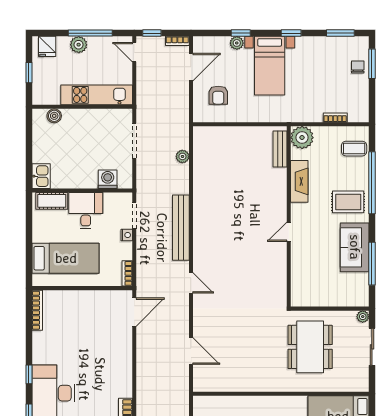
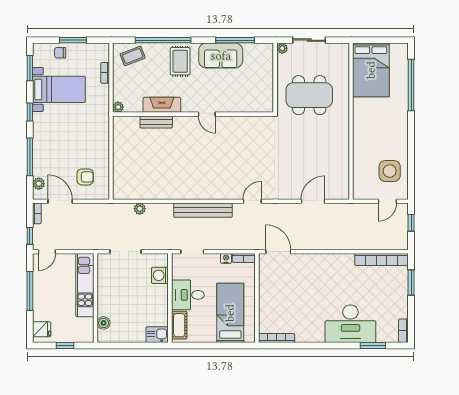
window: (241, 33) -> (30, 157), width x2.17
plant: (237, 43) -> (39, 184), moved
plant: (79, 45) -> (40, 301), removed
window: (372, 64) -> (73, 40), moved
bed with nightstands: (270, 66) -> (59, 89), moved
plant: (302, 138) -> (118, 107), width x0.53, depth x0.53
bench: (280, 149) -> (156, 122), moved
coffee table: (354, 149) -> (133, 56), turned 69
nightstand: (127, 235) -> (226, 258), moved
window: (29, 374) -> (334, 345), removed

